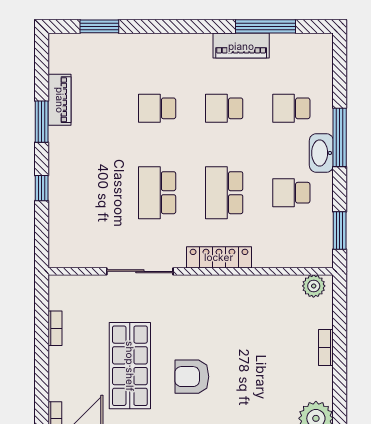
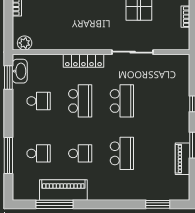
piano: (241, 46) -> (63, 190), width x1.37, depth x1.33
school desk: (157, 108) -> (122, 153), width x1.85
window: (340, 137) -> (8, 155), moved
washbasin: (321, 153) -> (20, 71), moved

